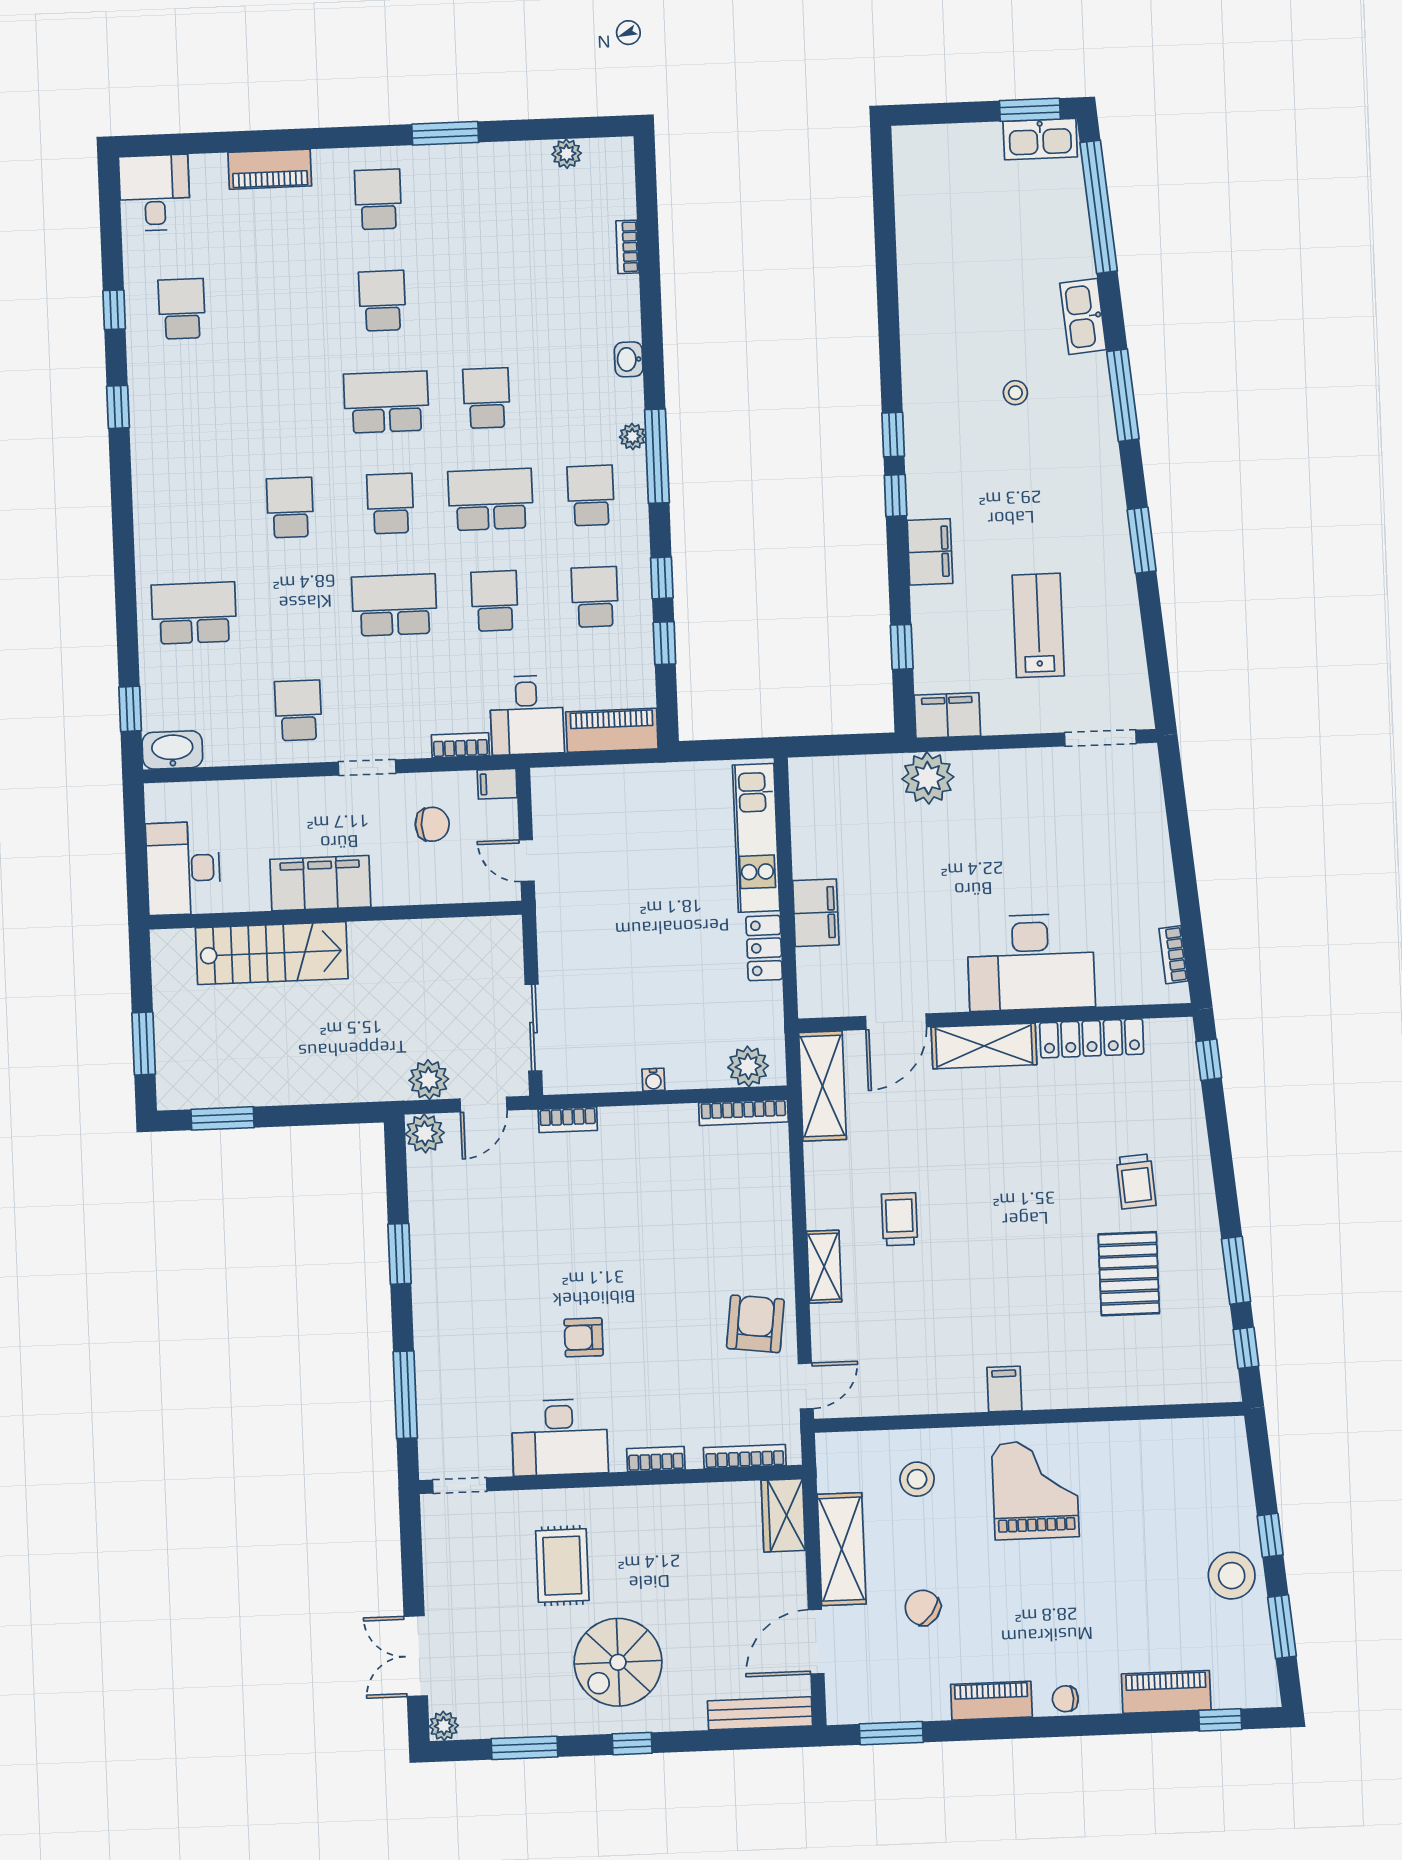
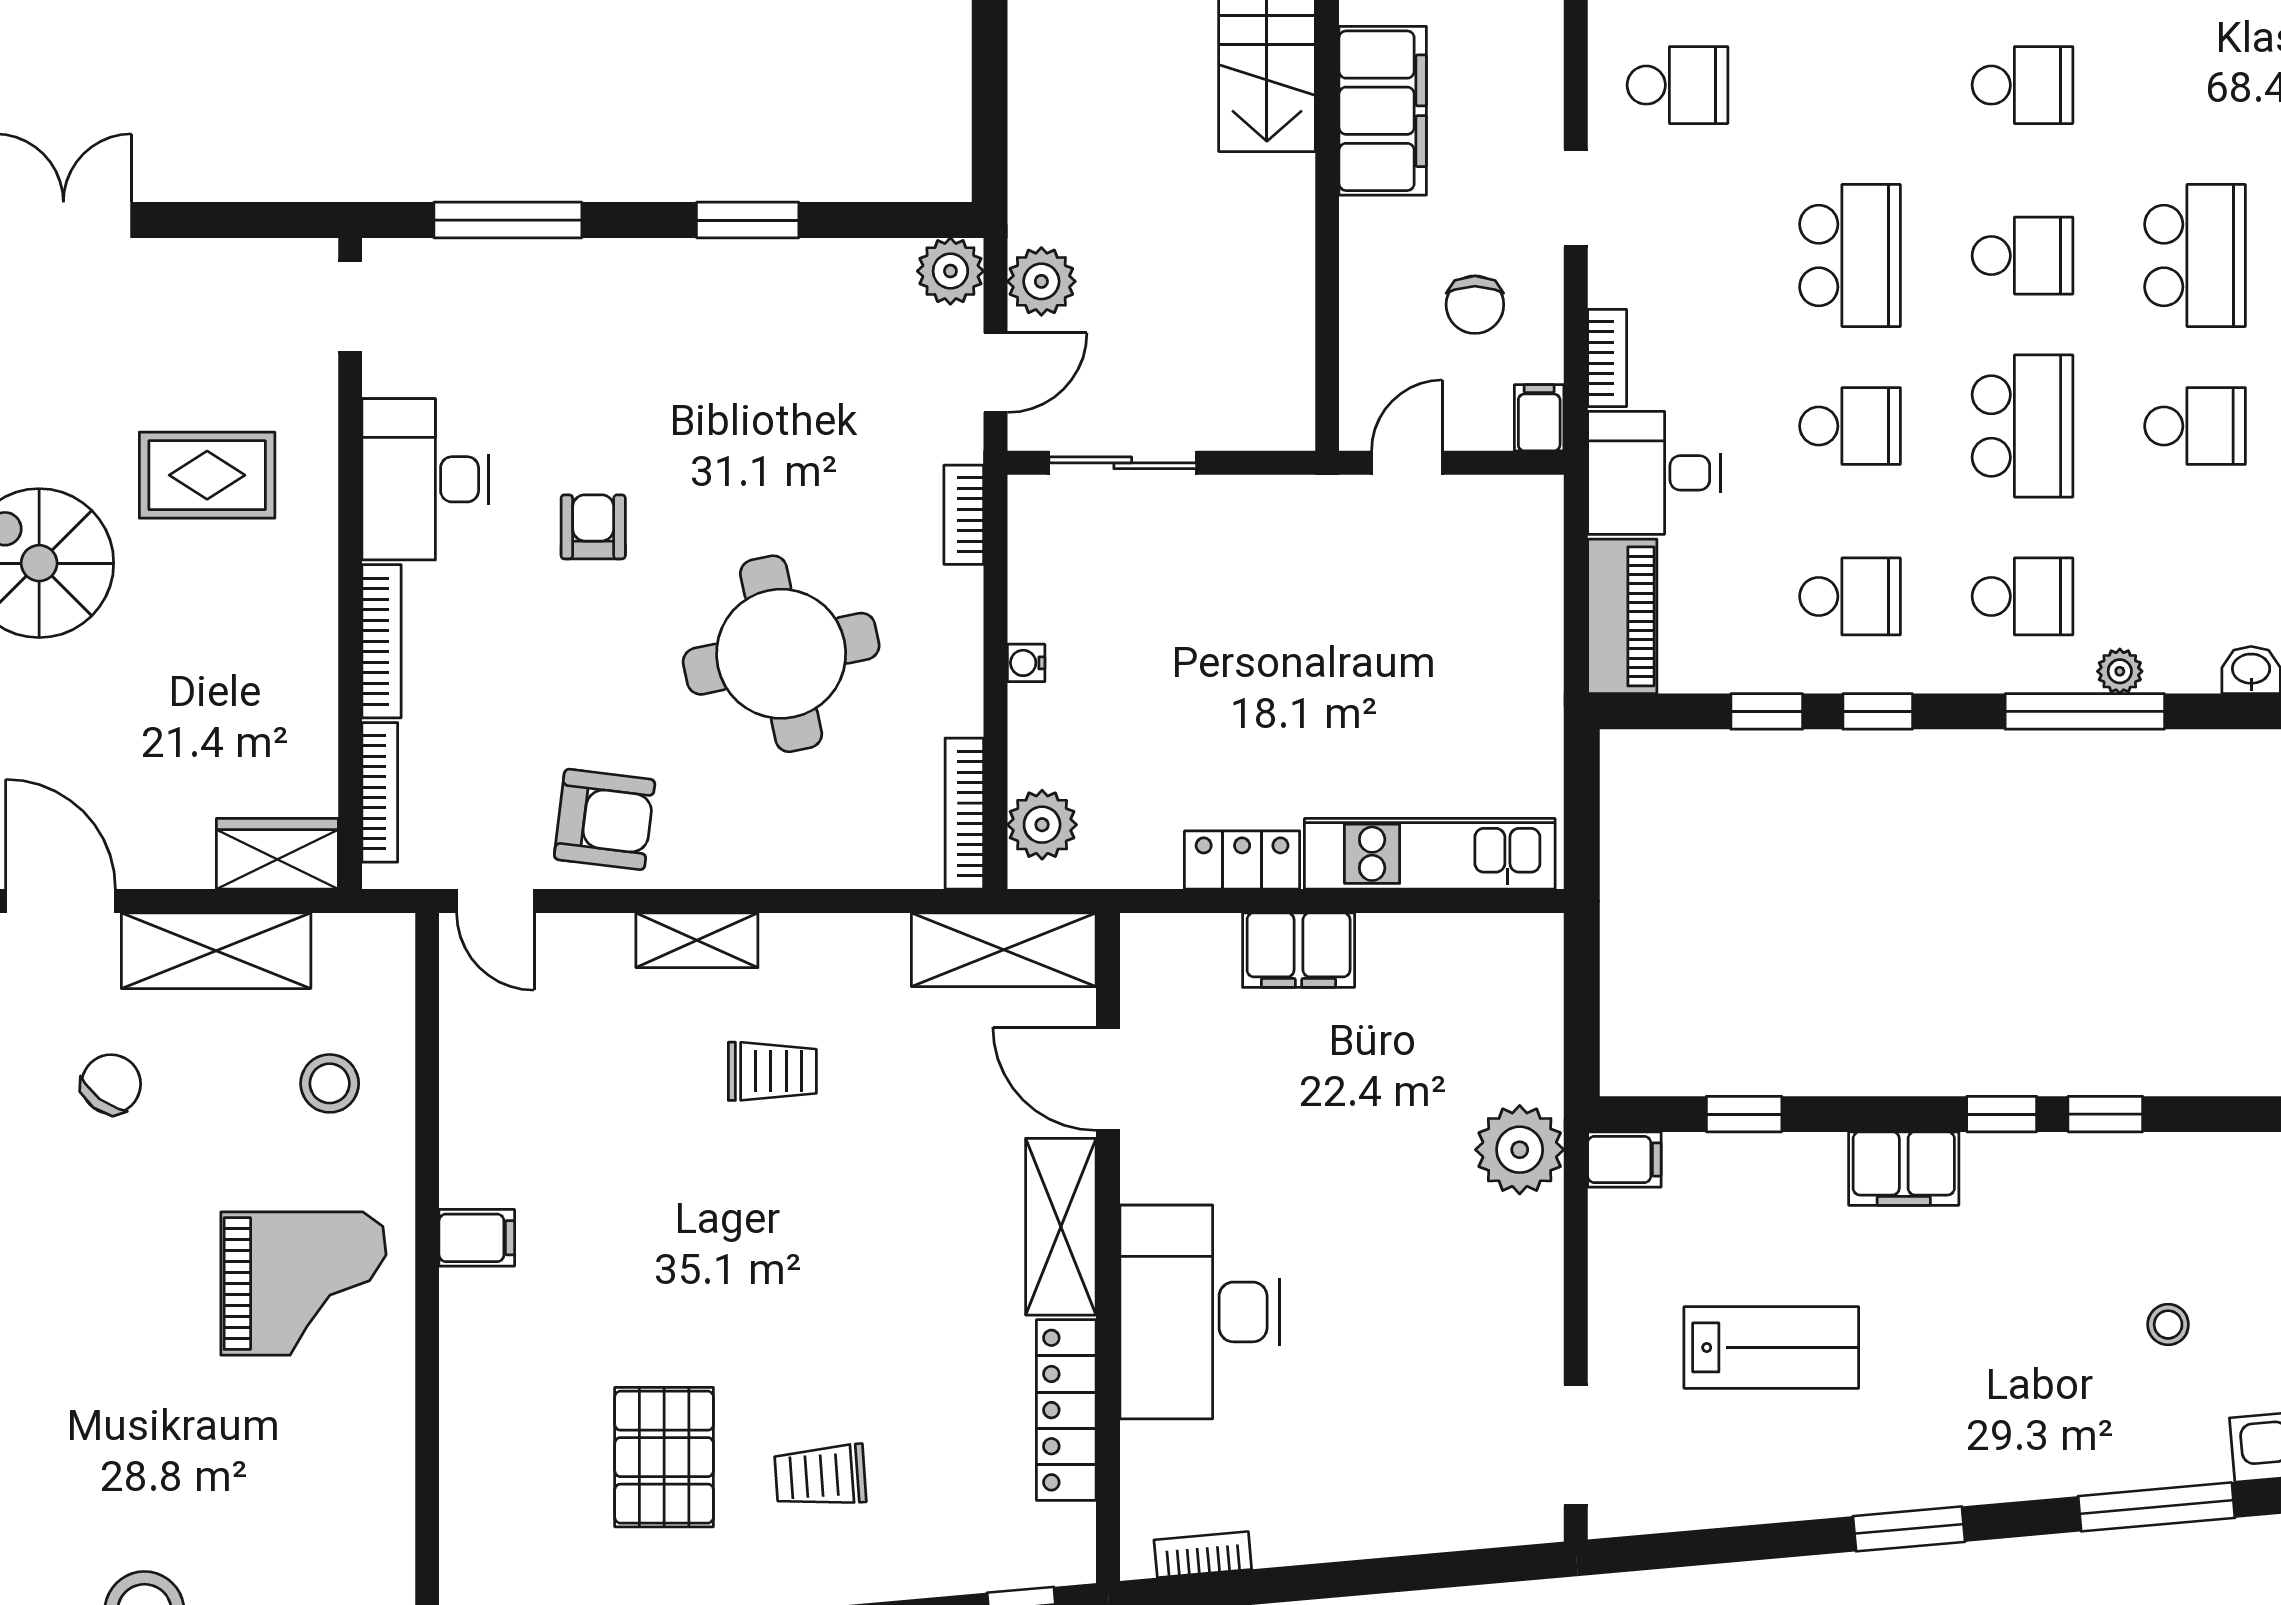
filing cabinet: (947, 716) -> (1624, 1159), width x0.50
door: (484, 1104) -> (996, 373), swing flipped
round table: (654, 1224) -> (781, 654), added
pallet: (1129, 1274) -> (664, 1457), turned 90
bookcase: (656, 1459) -> (382, 641), width x1.56

